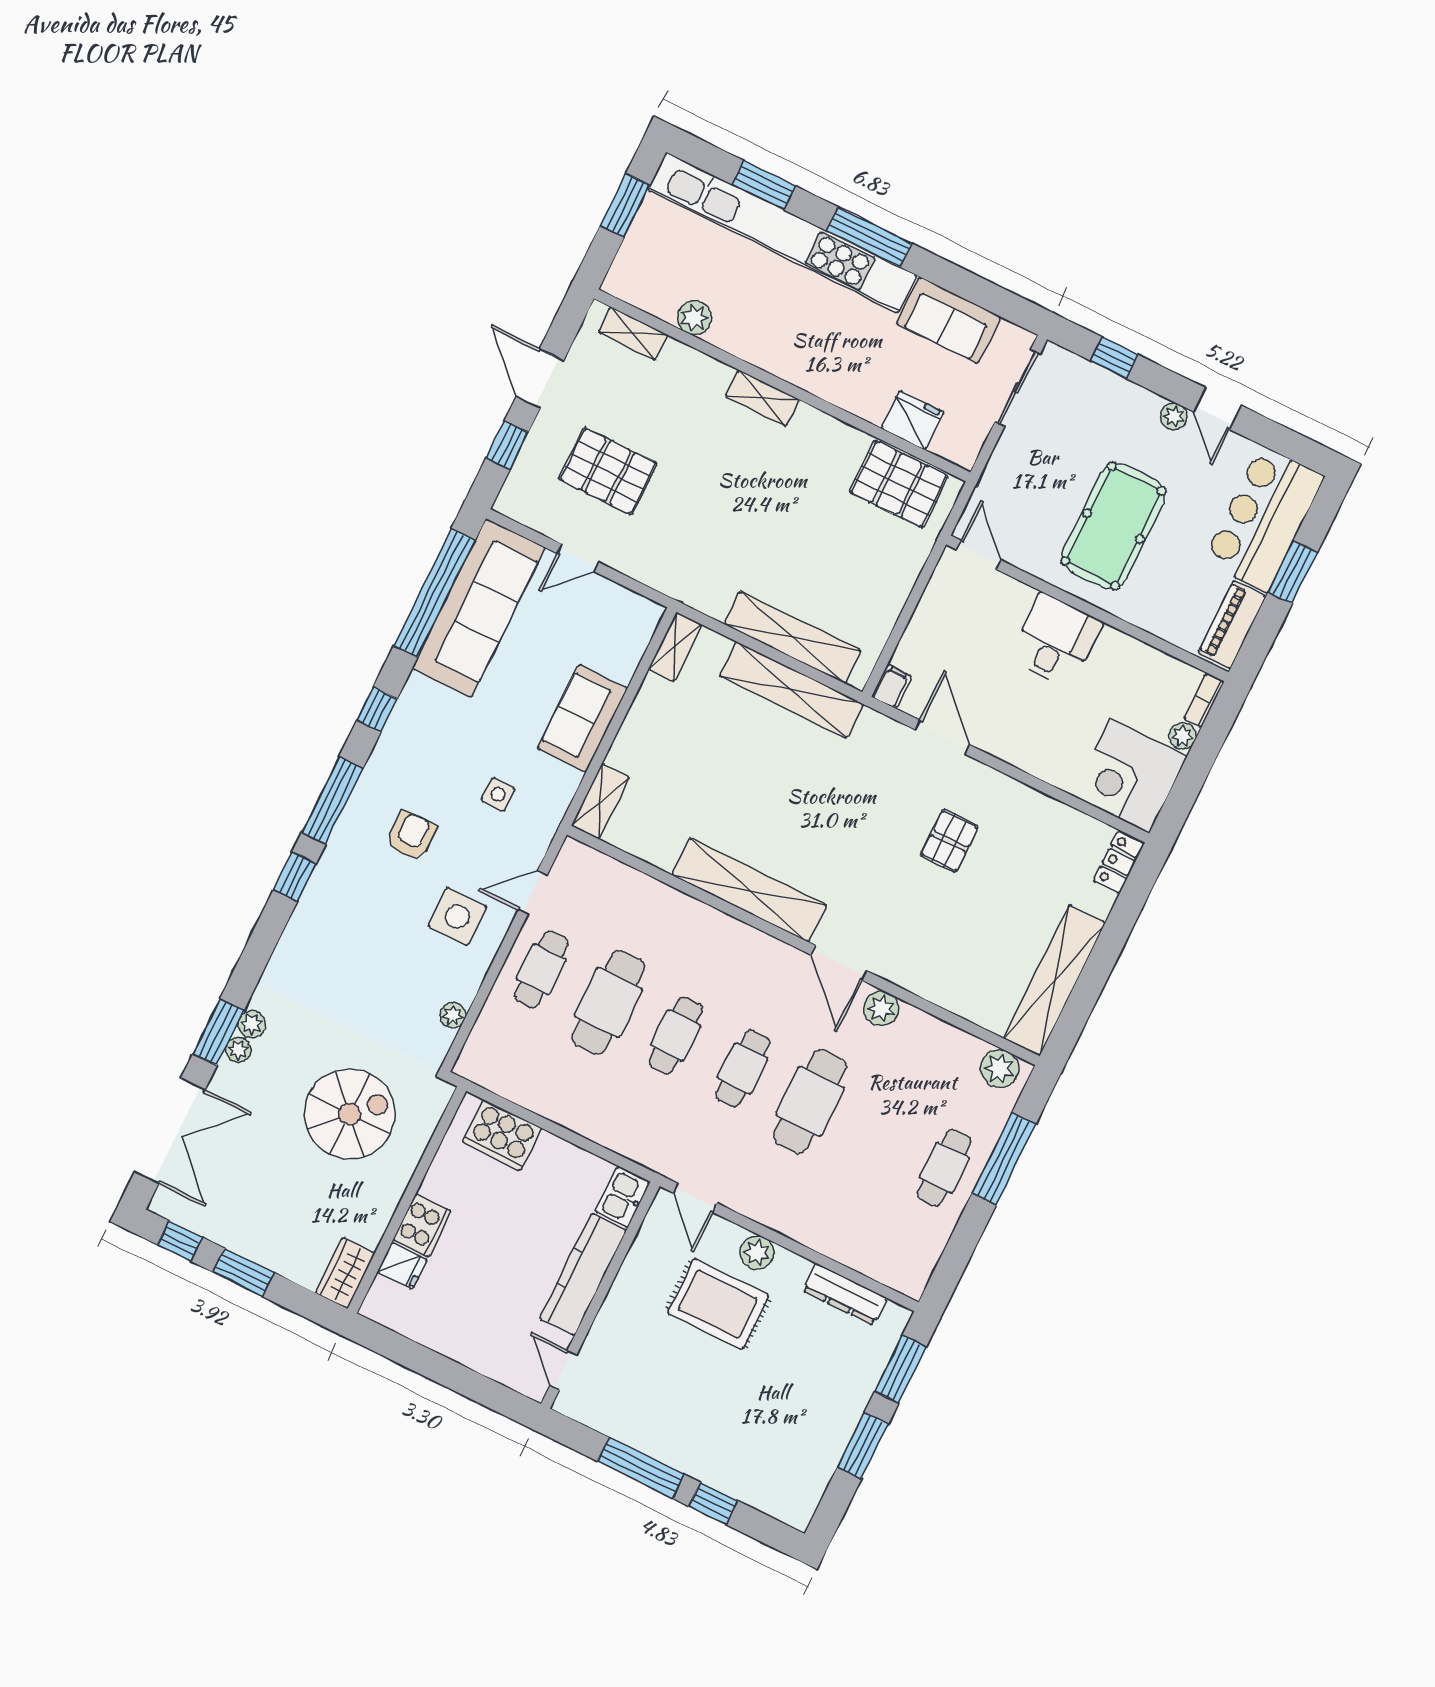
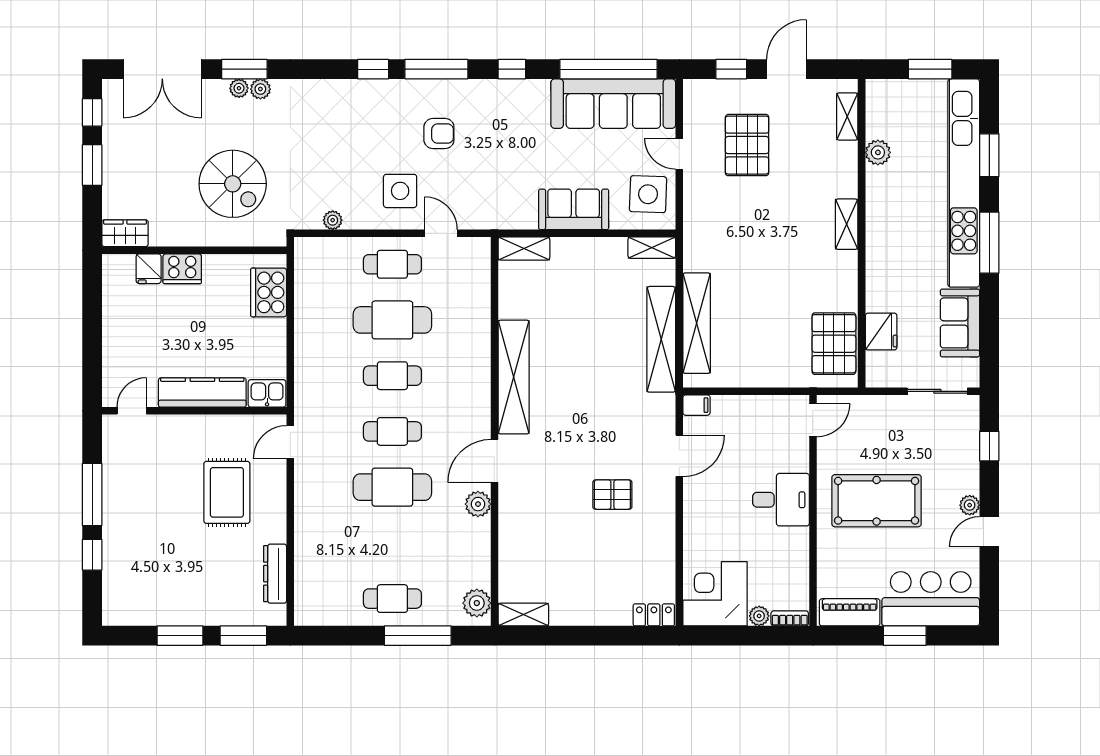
side table: (498, 794) -> (648, 194), moved, width x1.87, depth x1.87
shelving: (1055, 980) -> (523, 615), width x0.45, depth x0.75
plant: (757, 1253) -> (274, 501), removed

